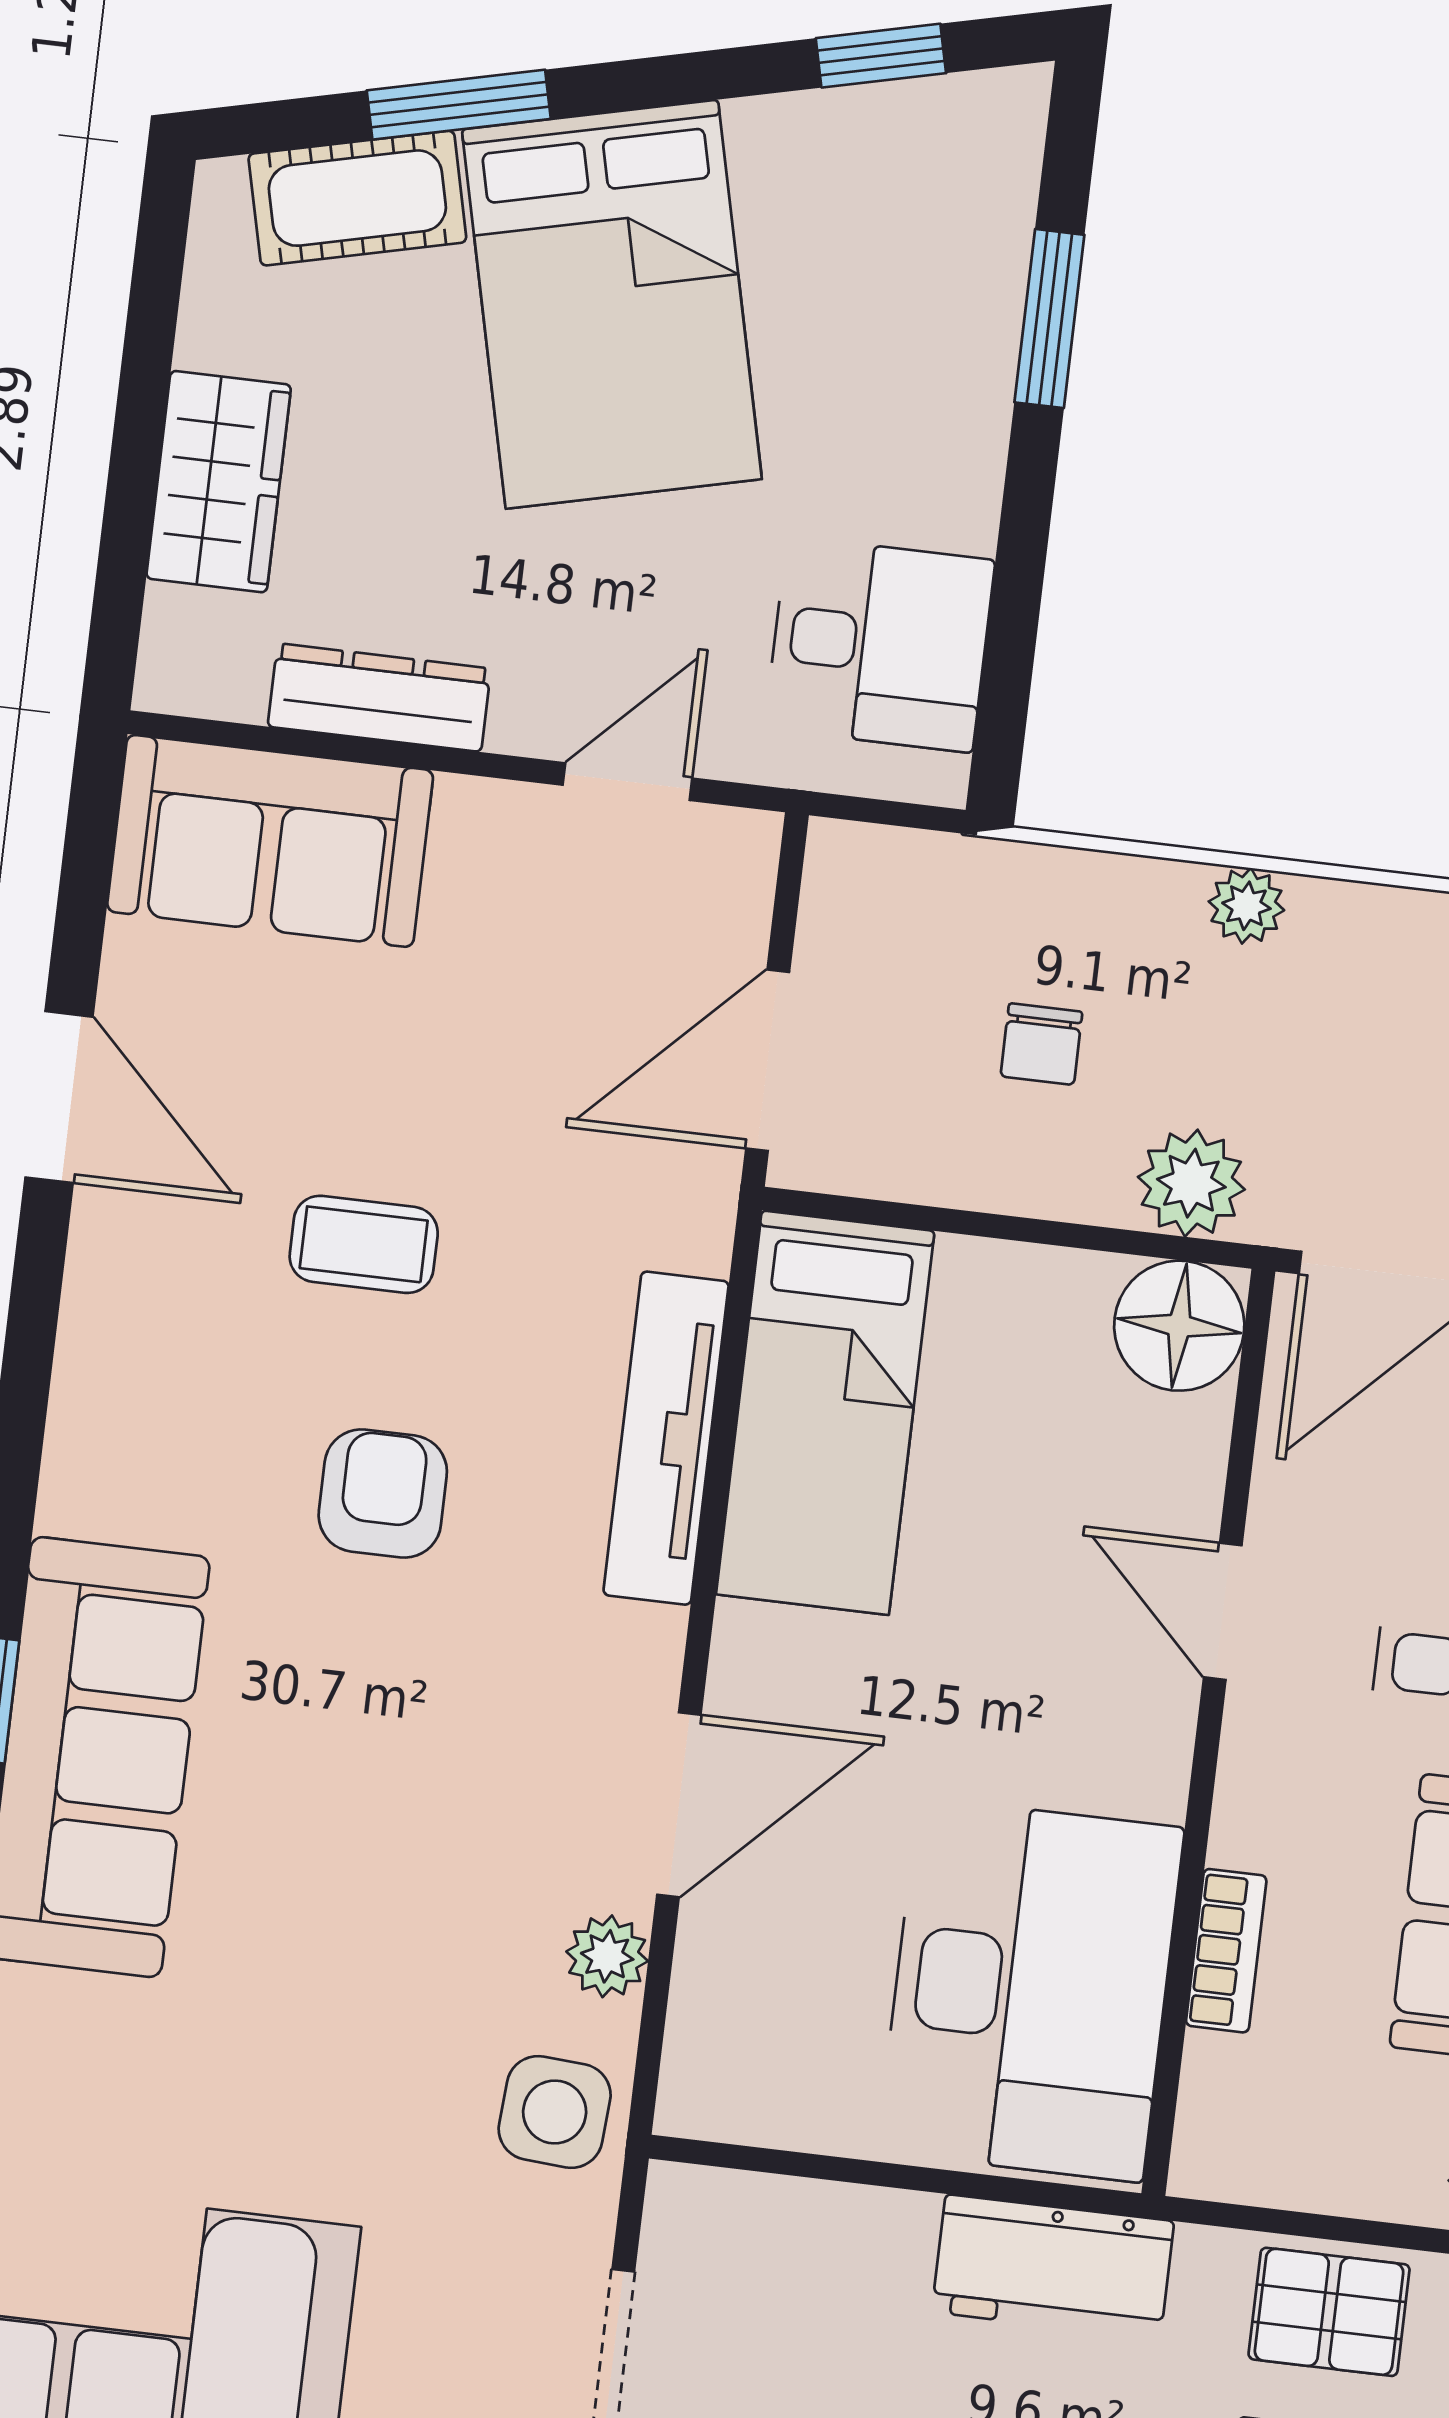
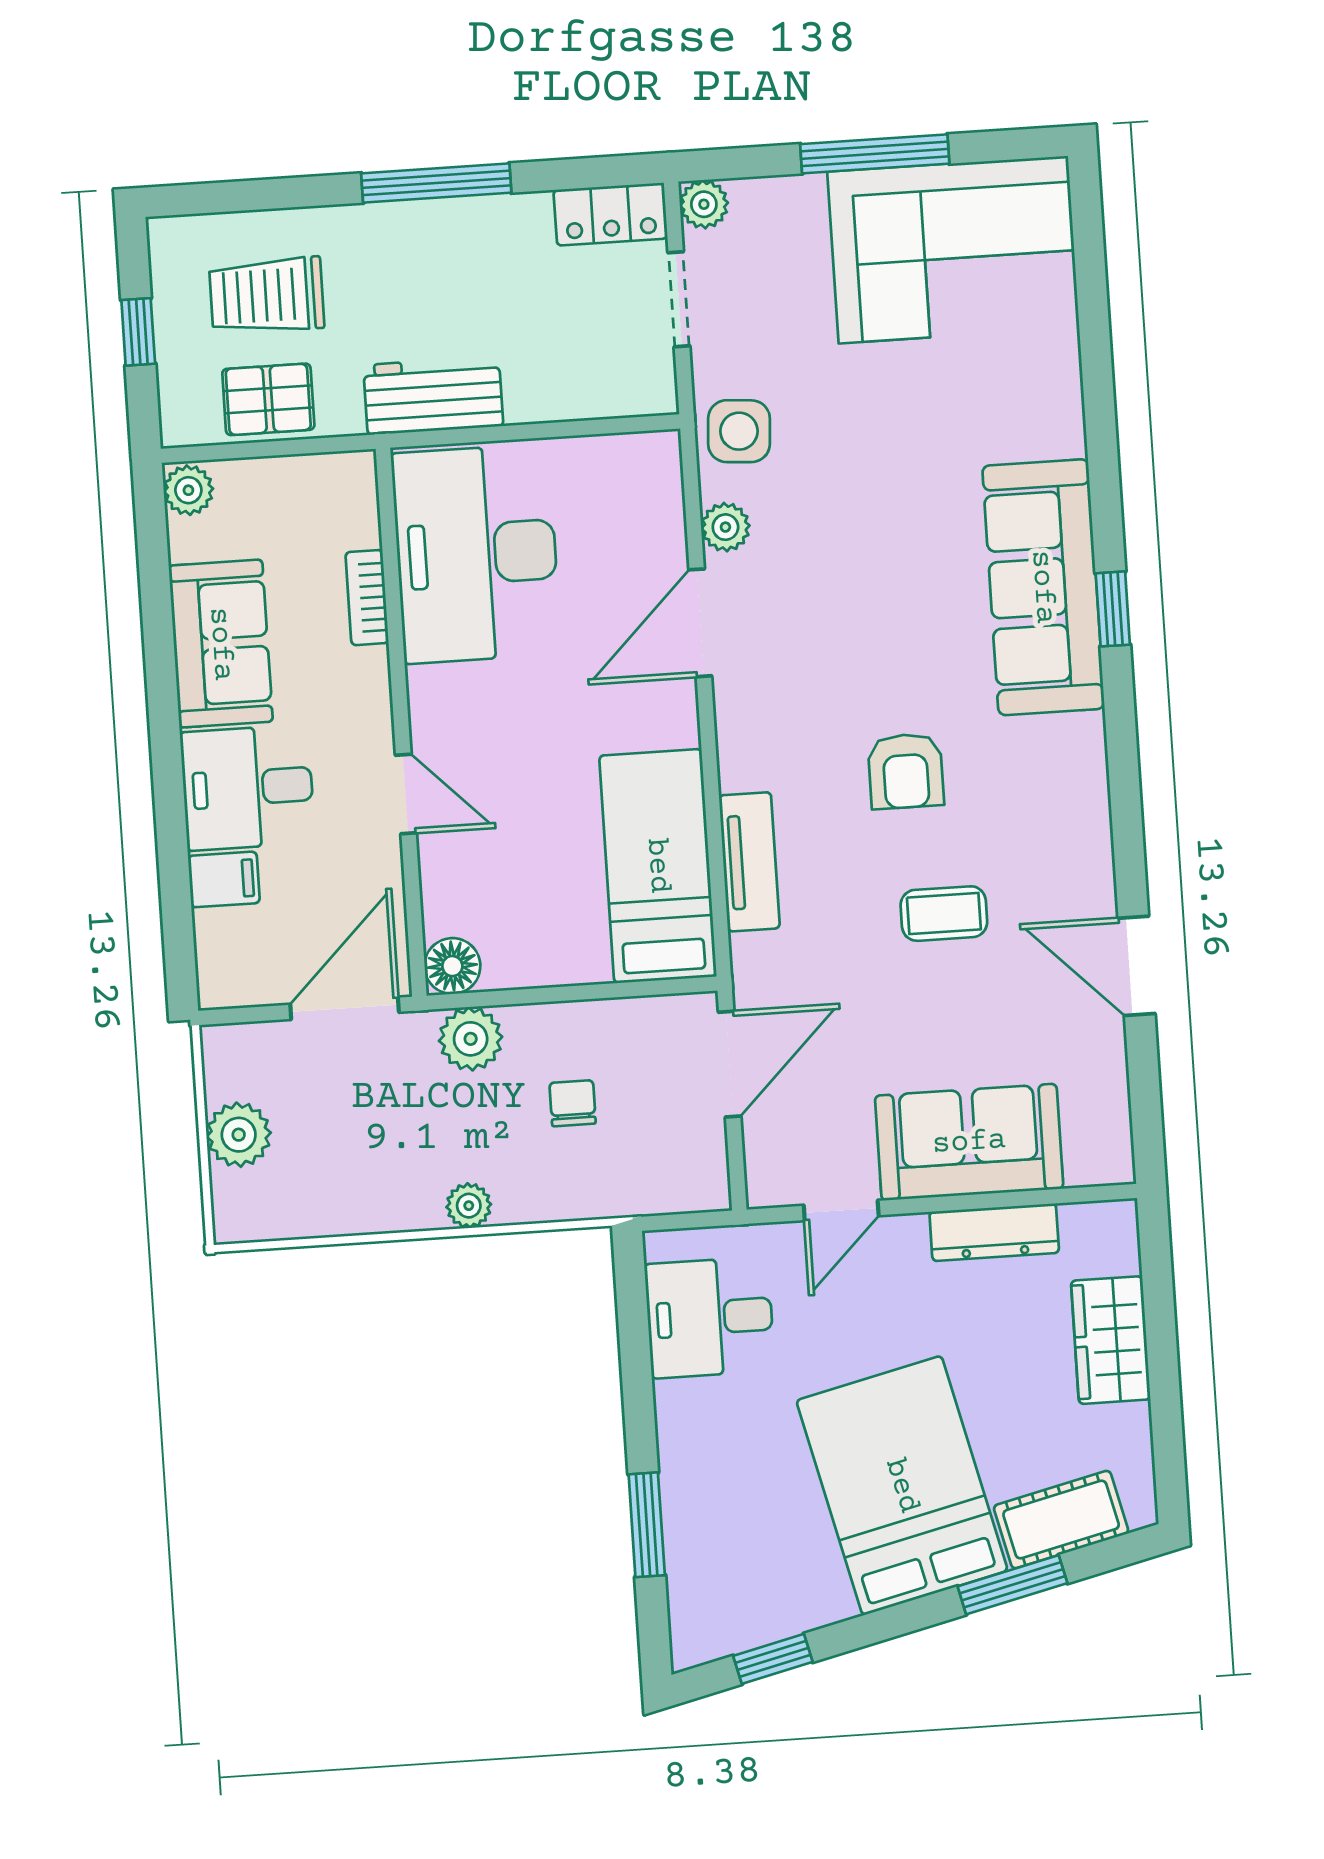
sofa: (270, 841) -> (969, 1142), moved
floor lamp: (1179, 1326) -> (452, 966), width x0.73, depth x0.73
tv unit: (666, 1438) -> (749, 862), width x0.71

